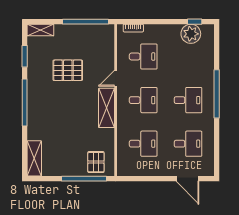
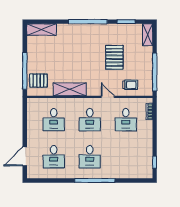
plant: (191, 34) -> (145, 159), removed
trolley: (101, 51) -> (130, 85), added
shelving: (107, 108) -> (70, 89), moved

